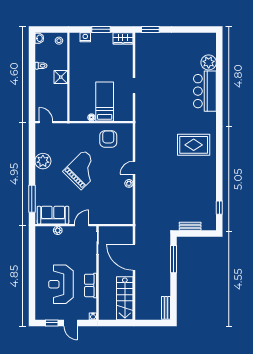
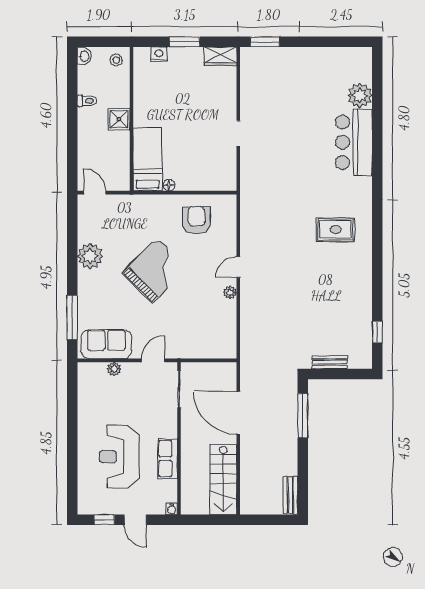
bed: (105, 102) -> (148, 159), moved
rug: (194, 145) -> (336, 230), width x0.73, depth x0.70

